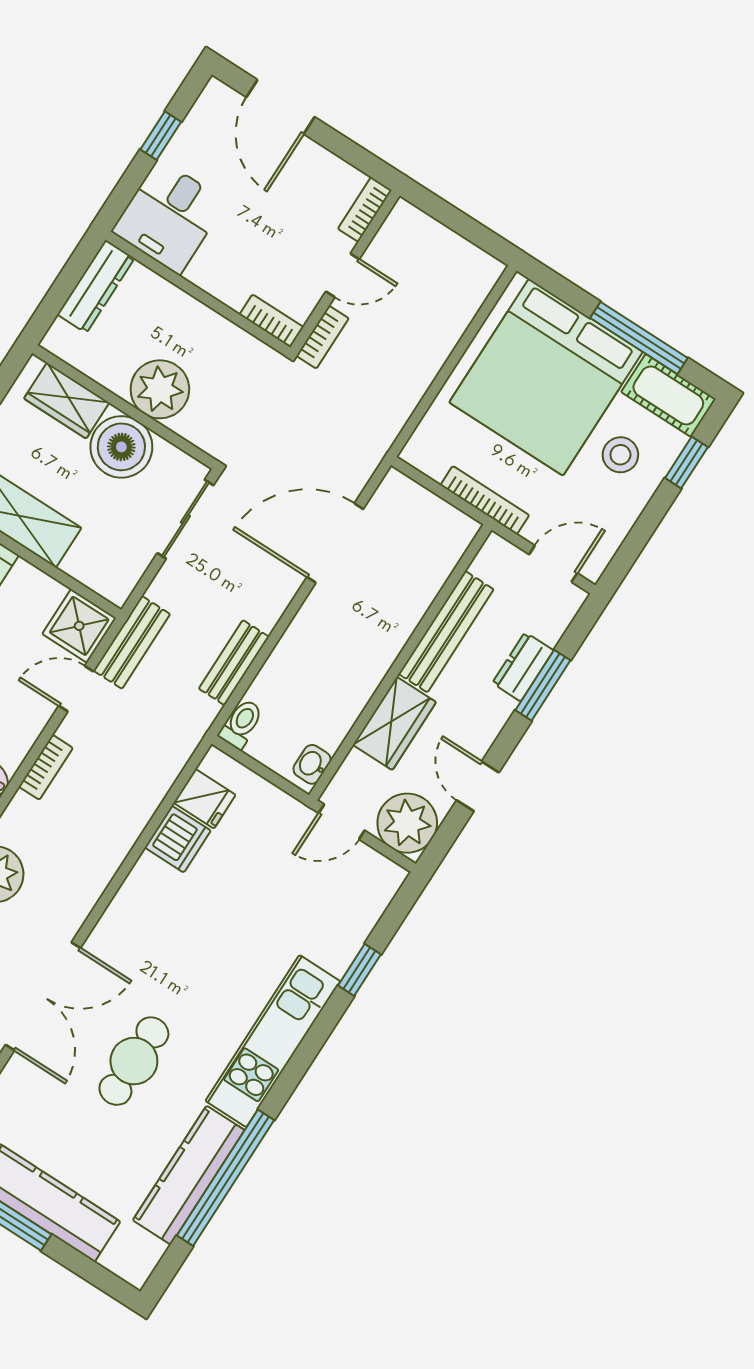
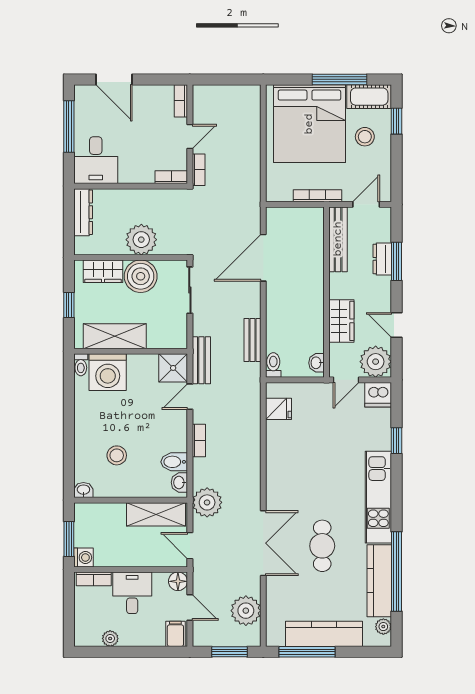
window: (161, 136) -> (69, 126), width x2.17
bench: (446, 632) -> (338, 239), moved
dishwasher: (178, 839) -> (378, 395), moved, turned 90
plant: (148, 1252) -> (383, 627), added

